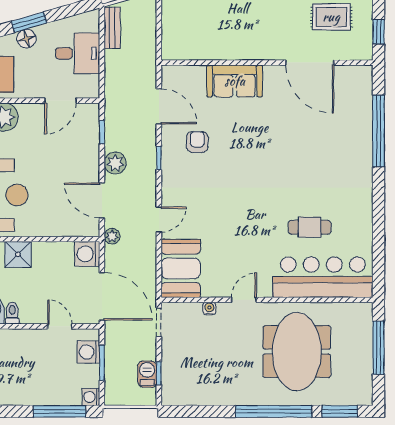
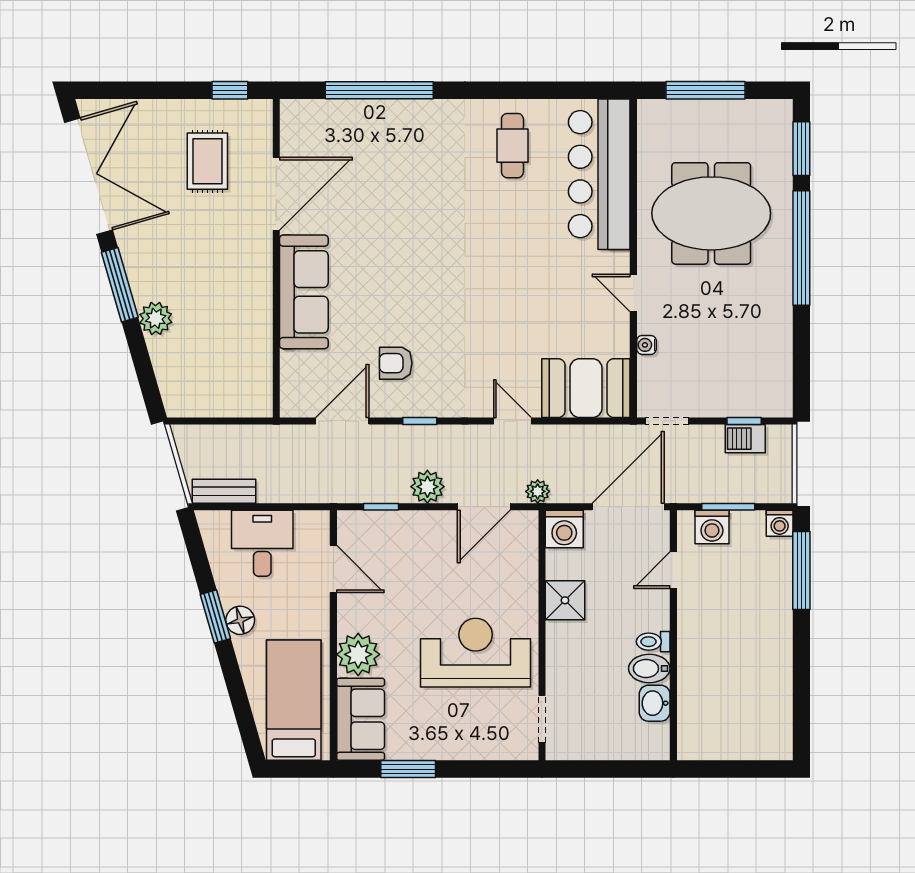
sofa: (235, 81) -> (304, 292), width x1.36
cafe table: (310, 227) -> (512, 146), moved
shower: (18, 254) -> (565, 600), moved

